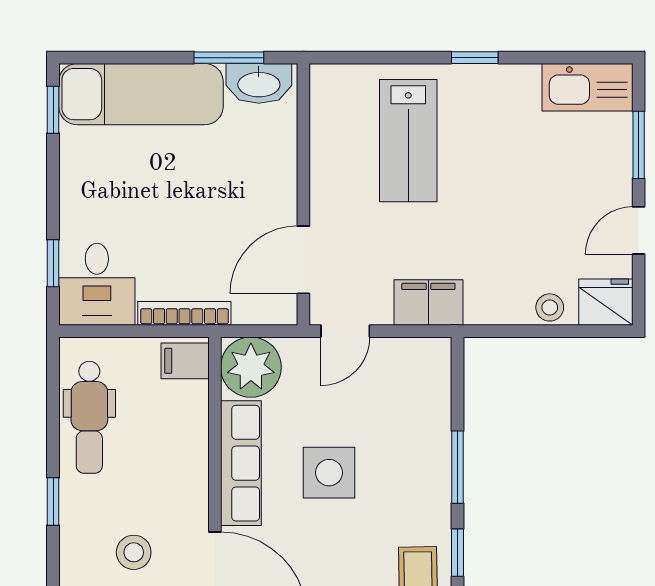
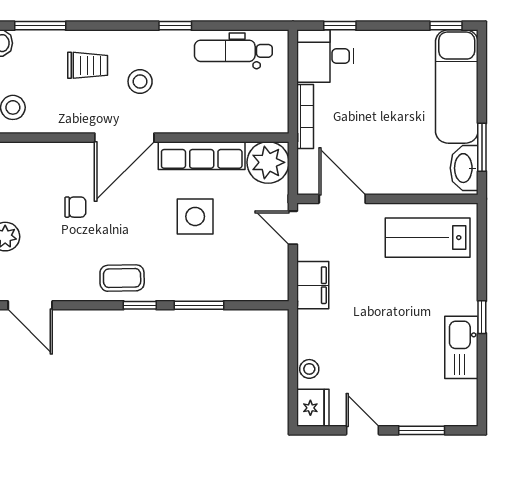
kitchen sink: (587, 87) -> (461, 347), moved
lab bench: (408, 141) -> (428, 238), moved
filing cabinet: (185, 361) -> (272, 117), removed

